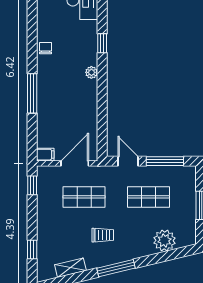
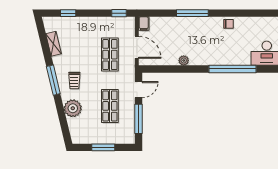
window: (102, 43) -> (232, 69), width x3.17
plant: (91, 72) -> (184, 60), moved
trolley: (103, 235) -> (74, 80), moved
plant: (164, 240) -> (73, 108), moved

